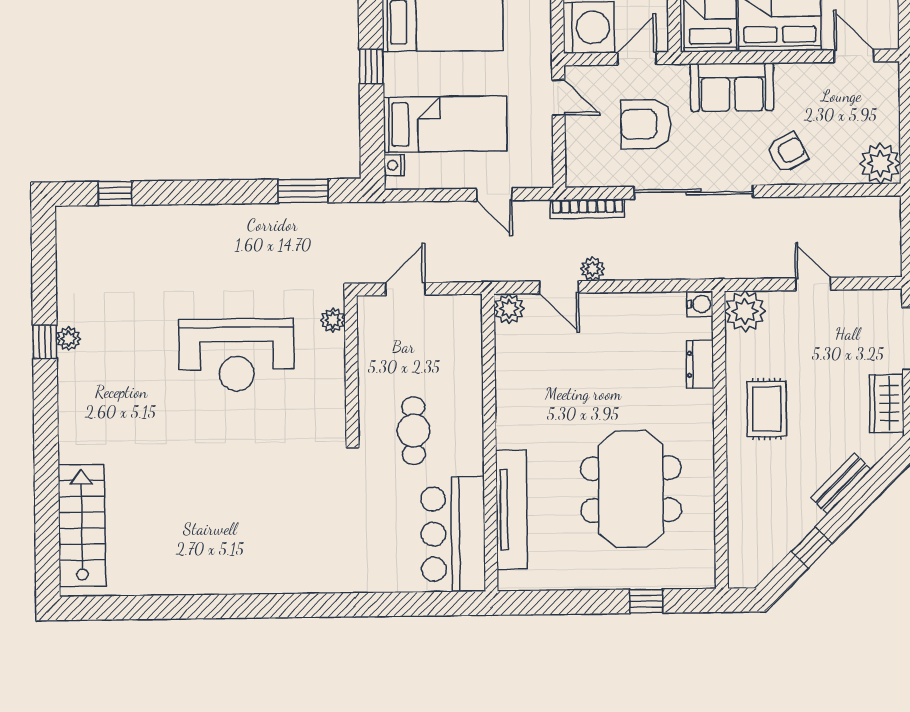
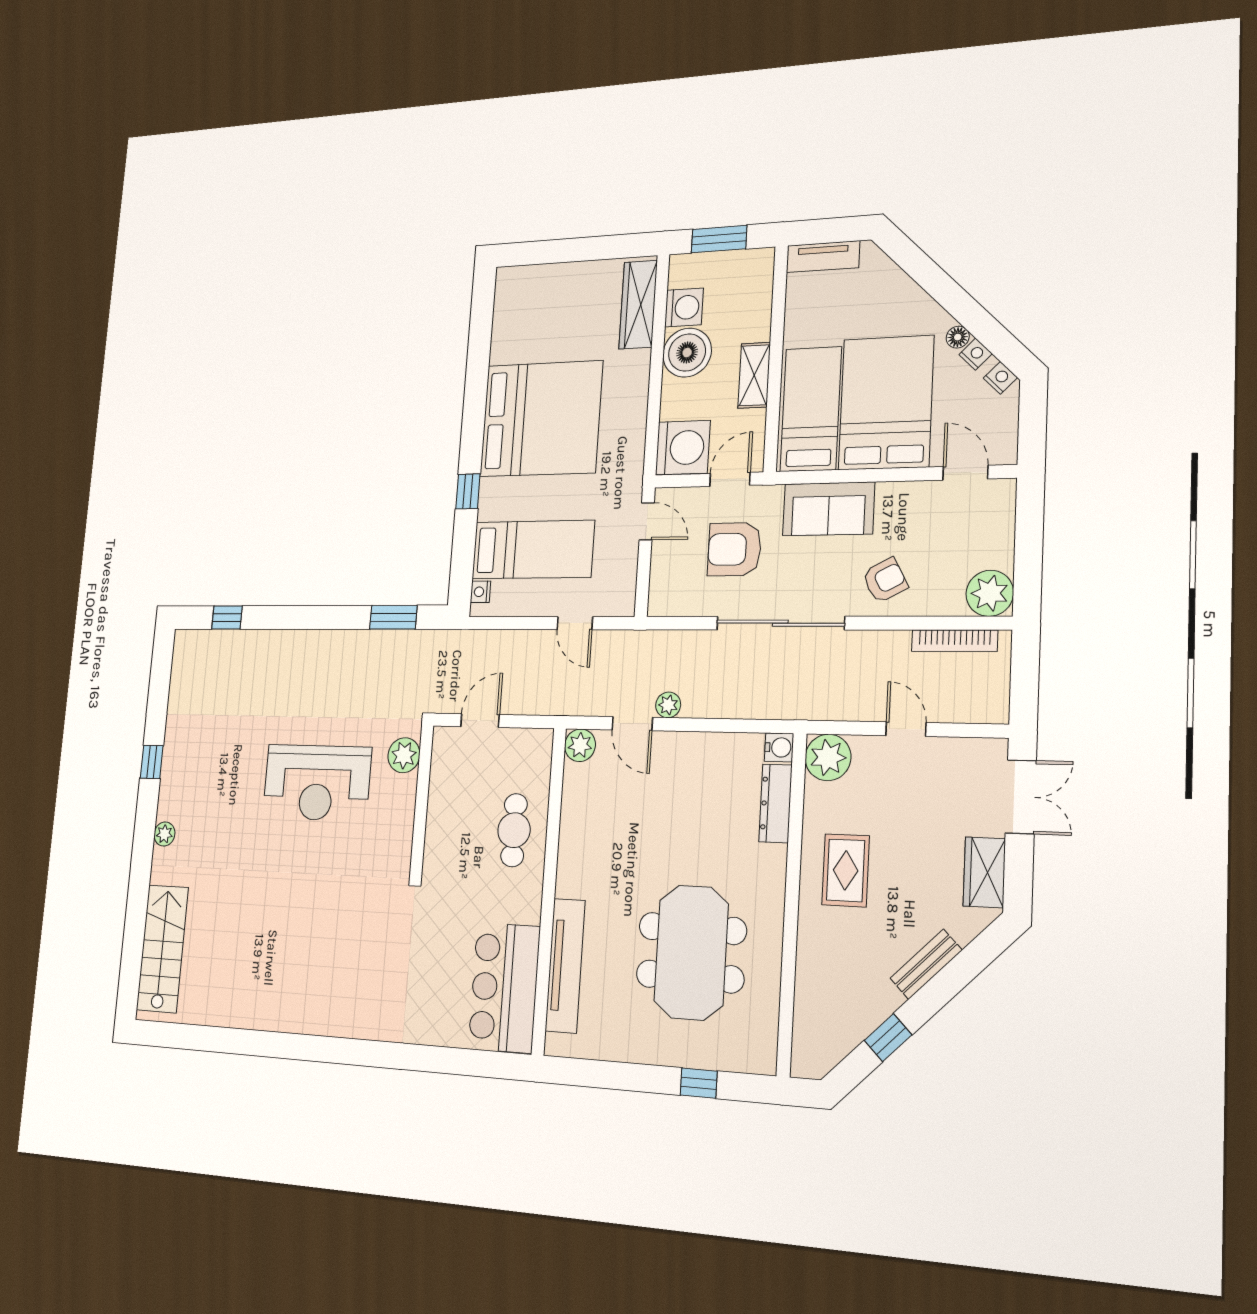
bookcase: (588, 209) -> (954, 641), moved
plant: (333, 320) -> (404, 755), width x1.38, depth x1.38
plant: (69, 339) -> (164, 834), moved
dresser: (700, 364) -> (775, 803), width x1.44
cafe table: (414, 431) -> (514, 830), moved

